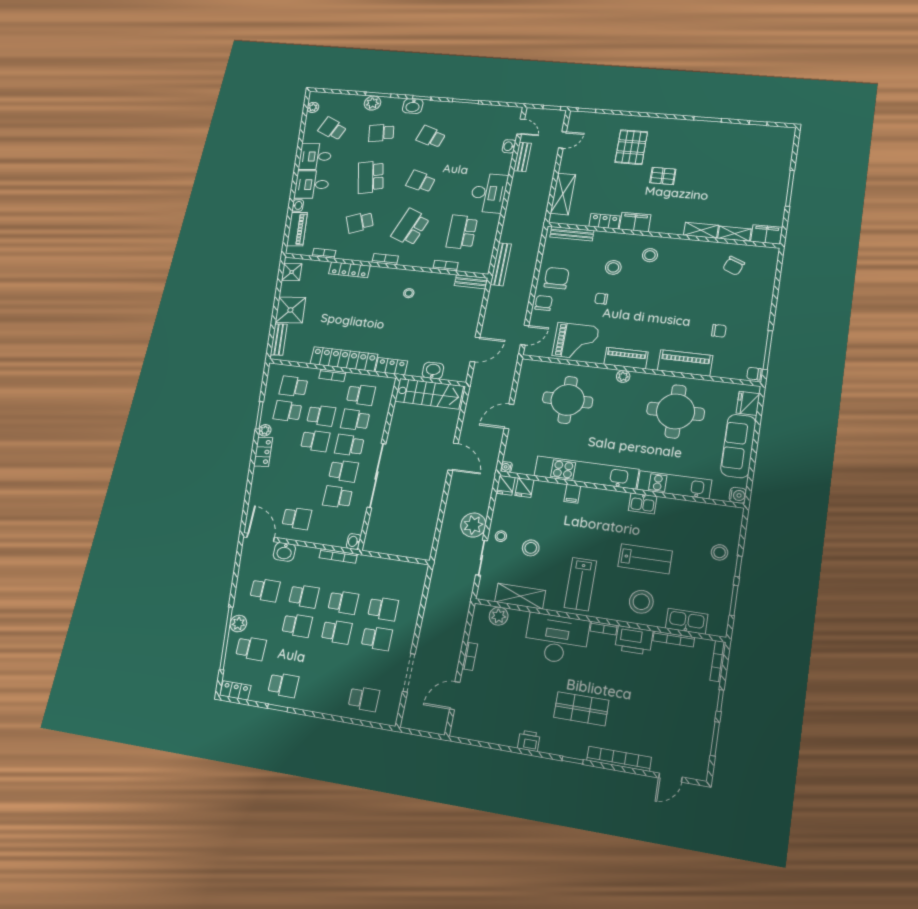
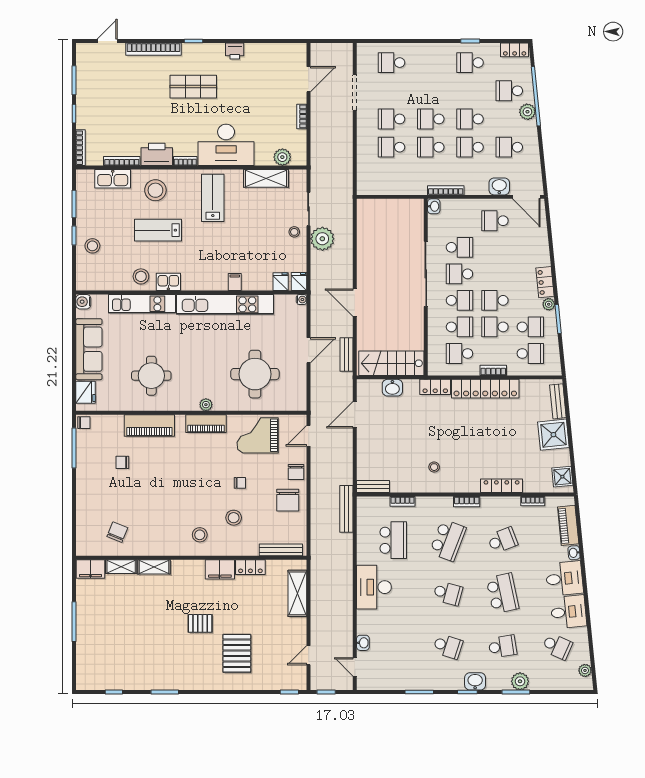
bench: (522, 157) -> (347, 354), moved
round table: (676, 411) -> (151, 376), width x0.73, depth x0.73
stool: (531, 548) -> (141, 276), moved

